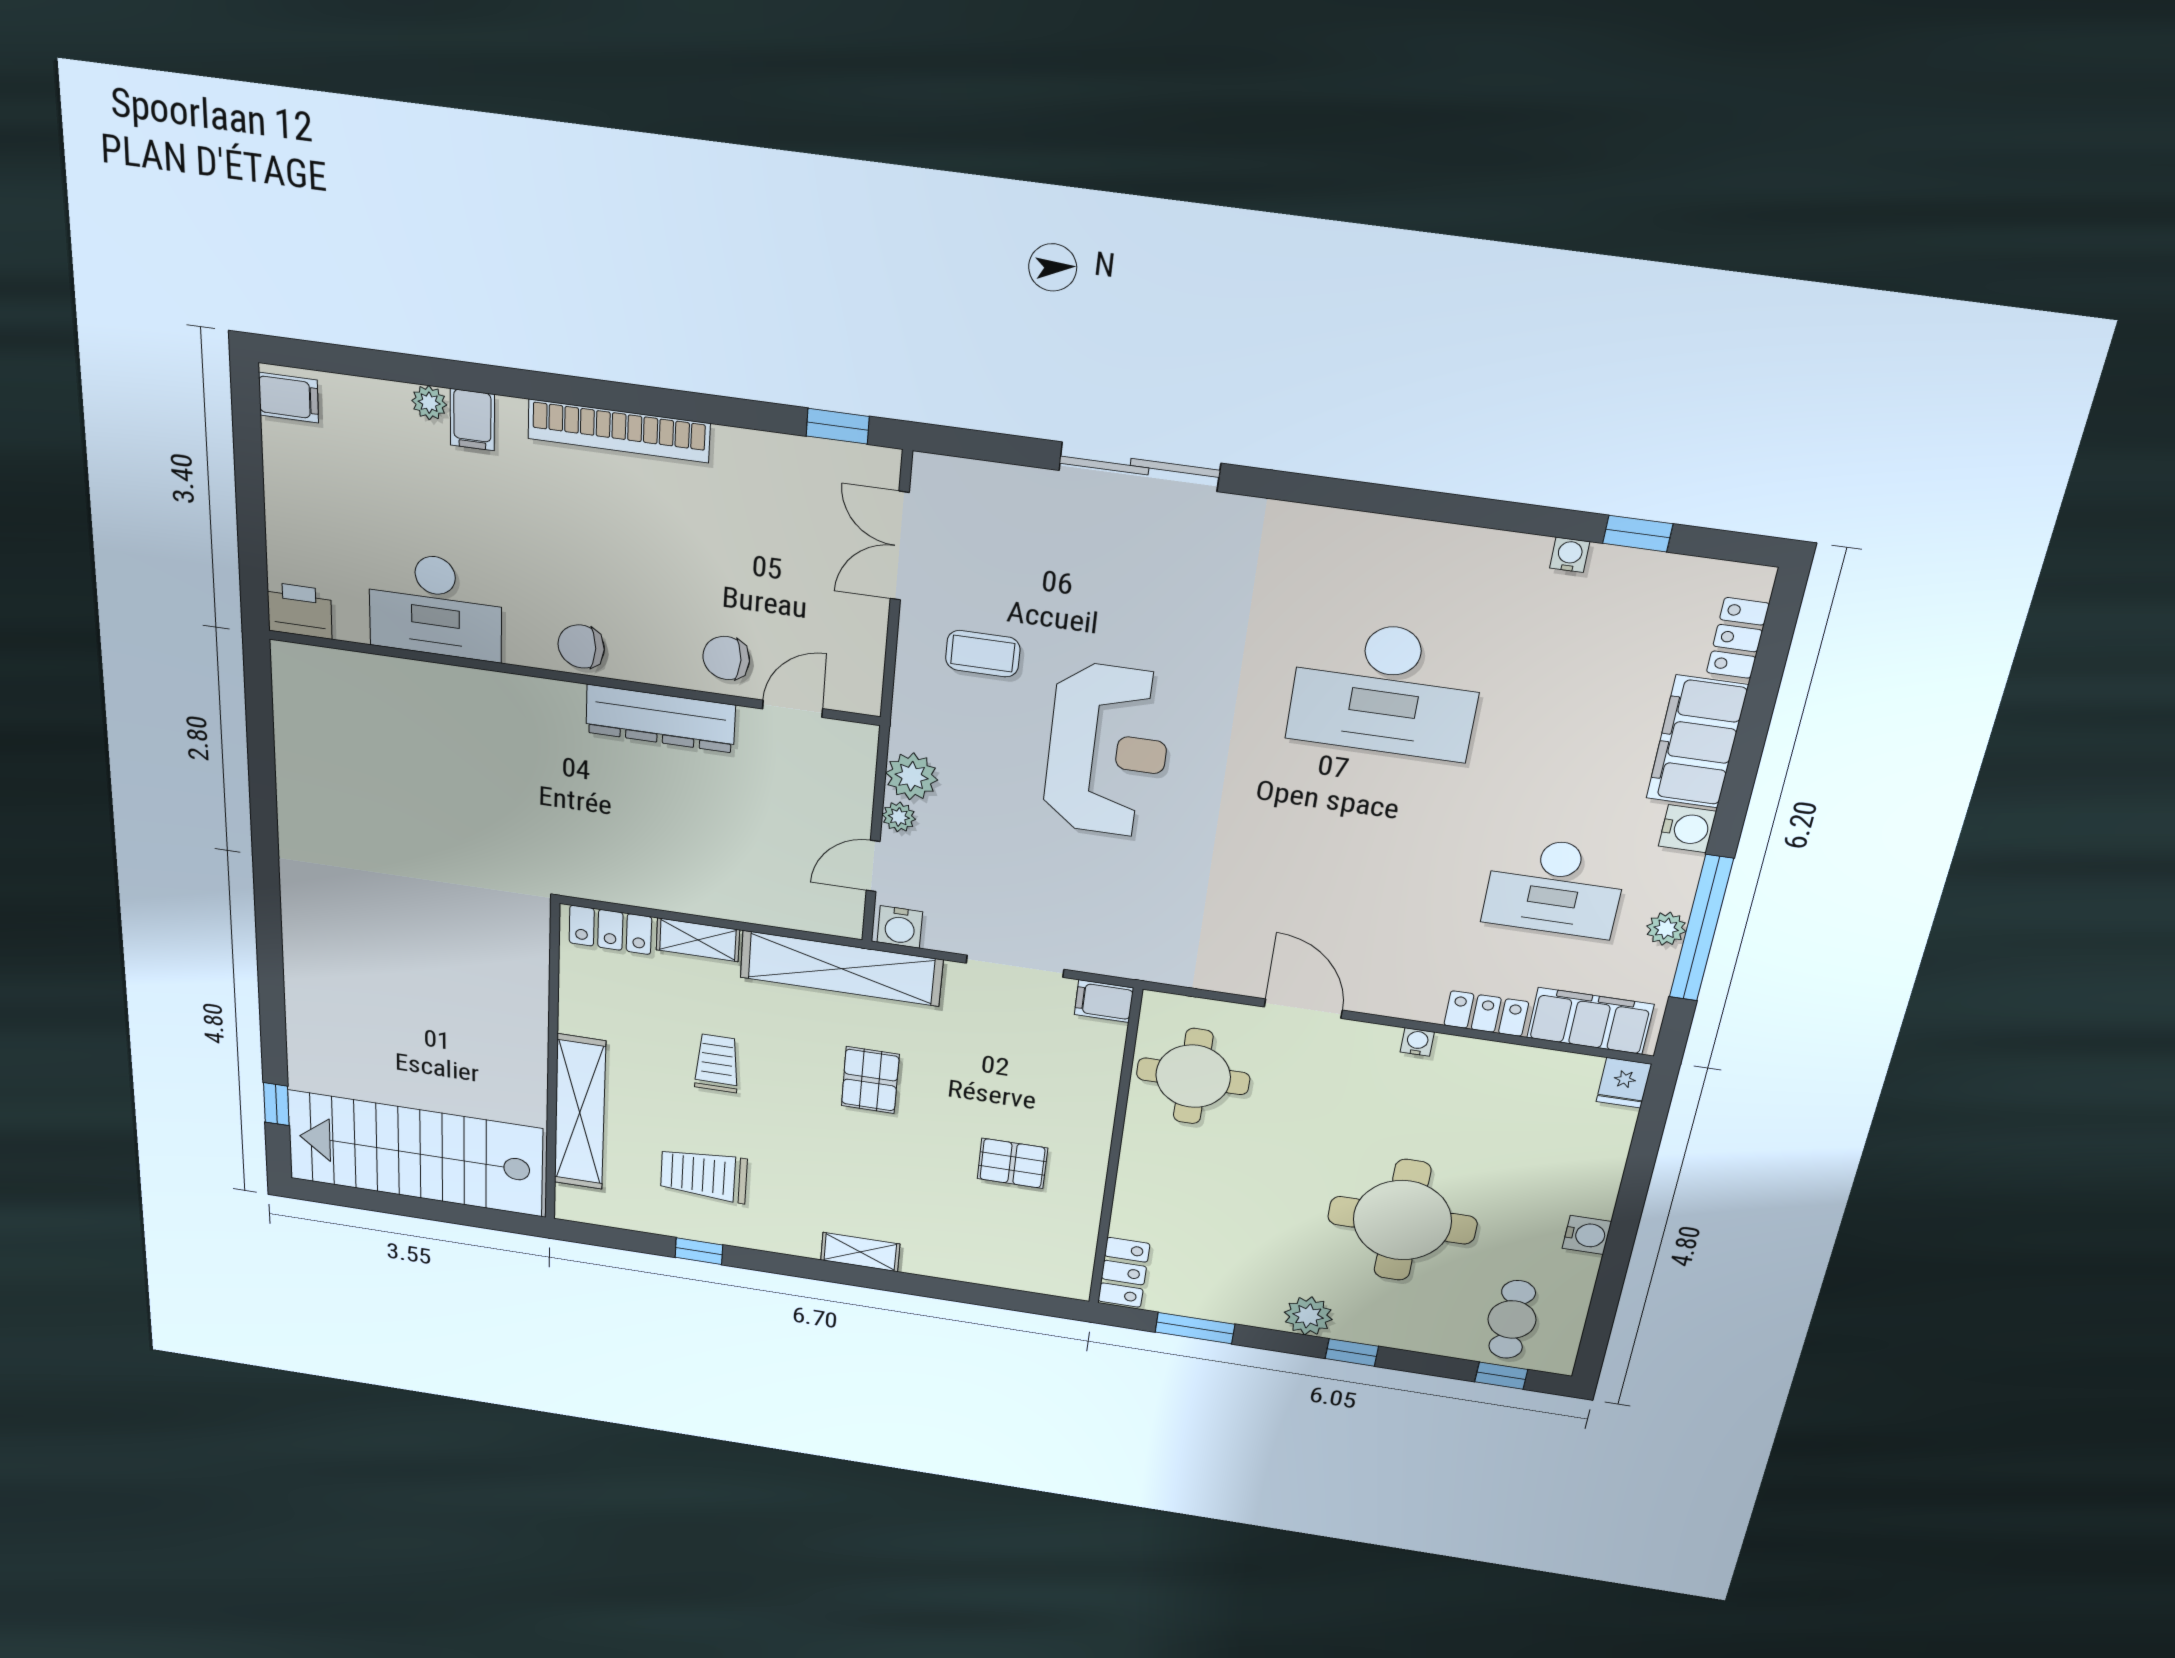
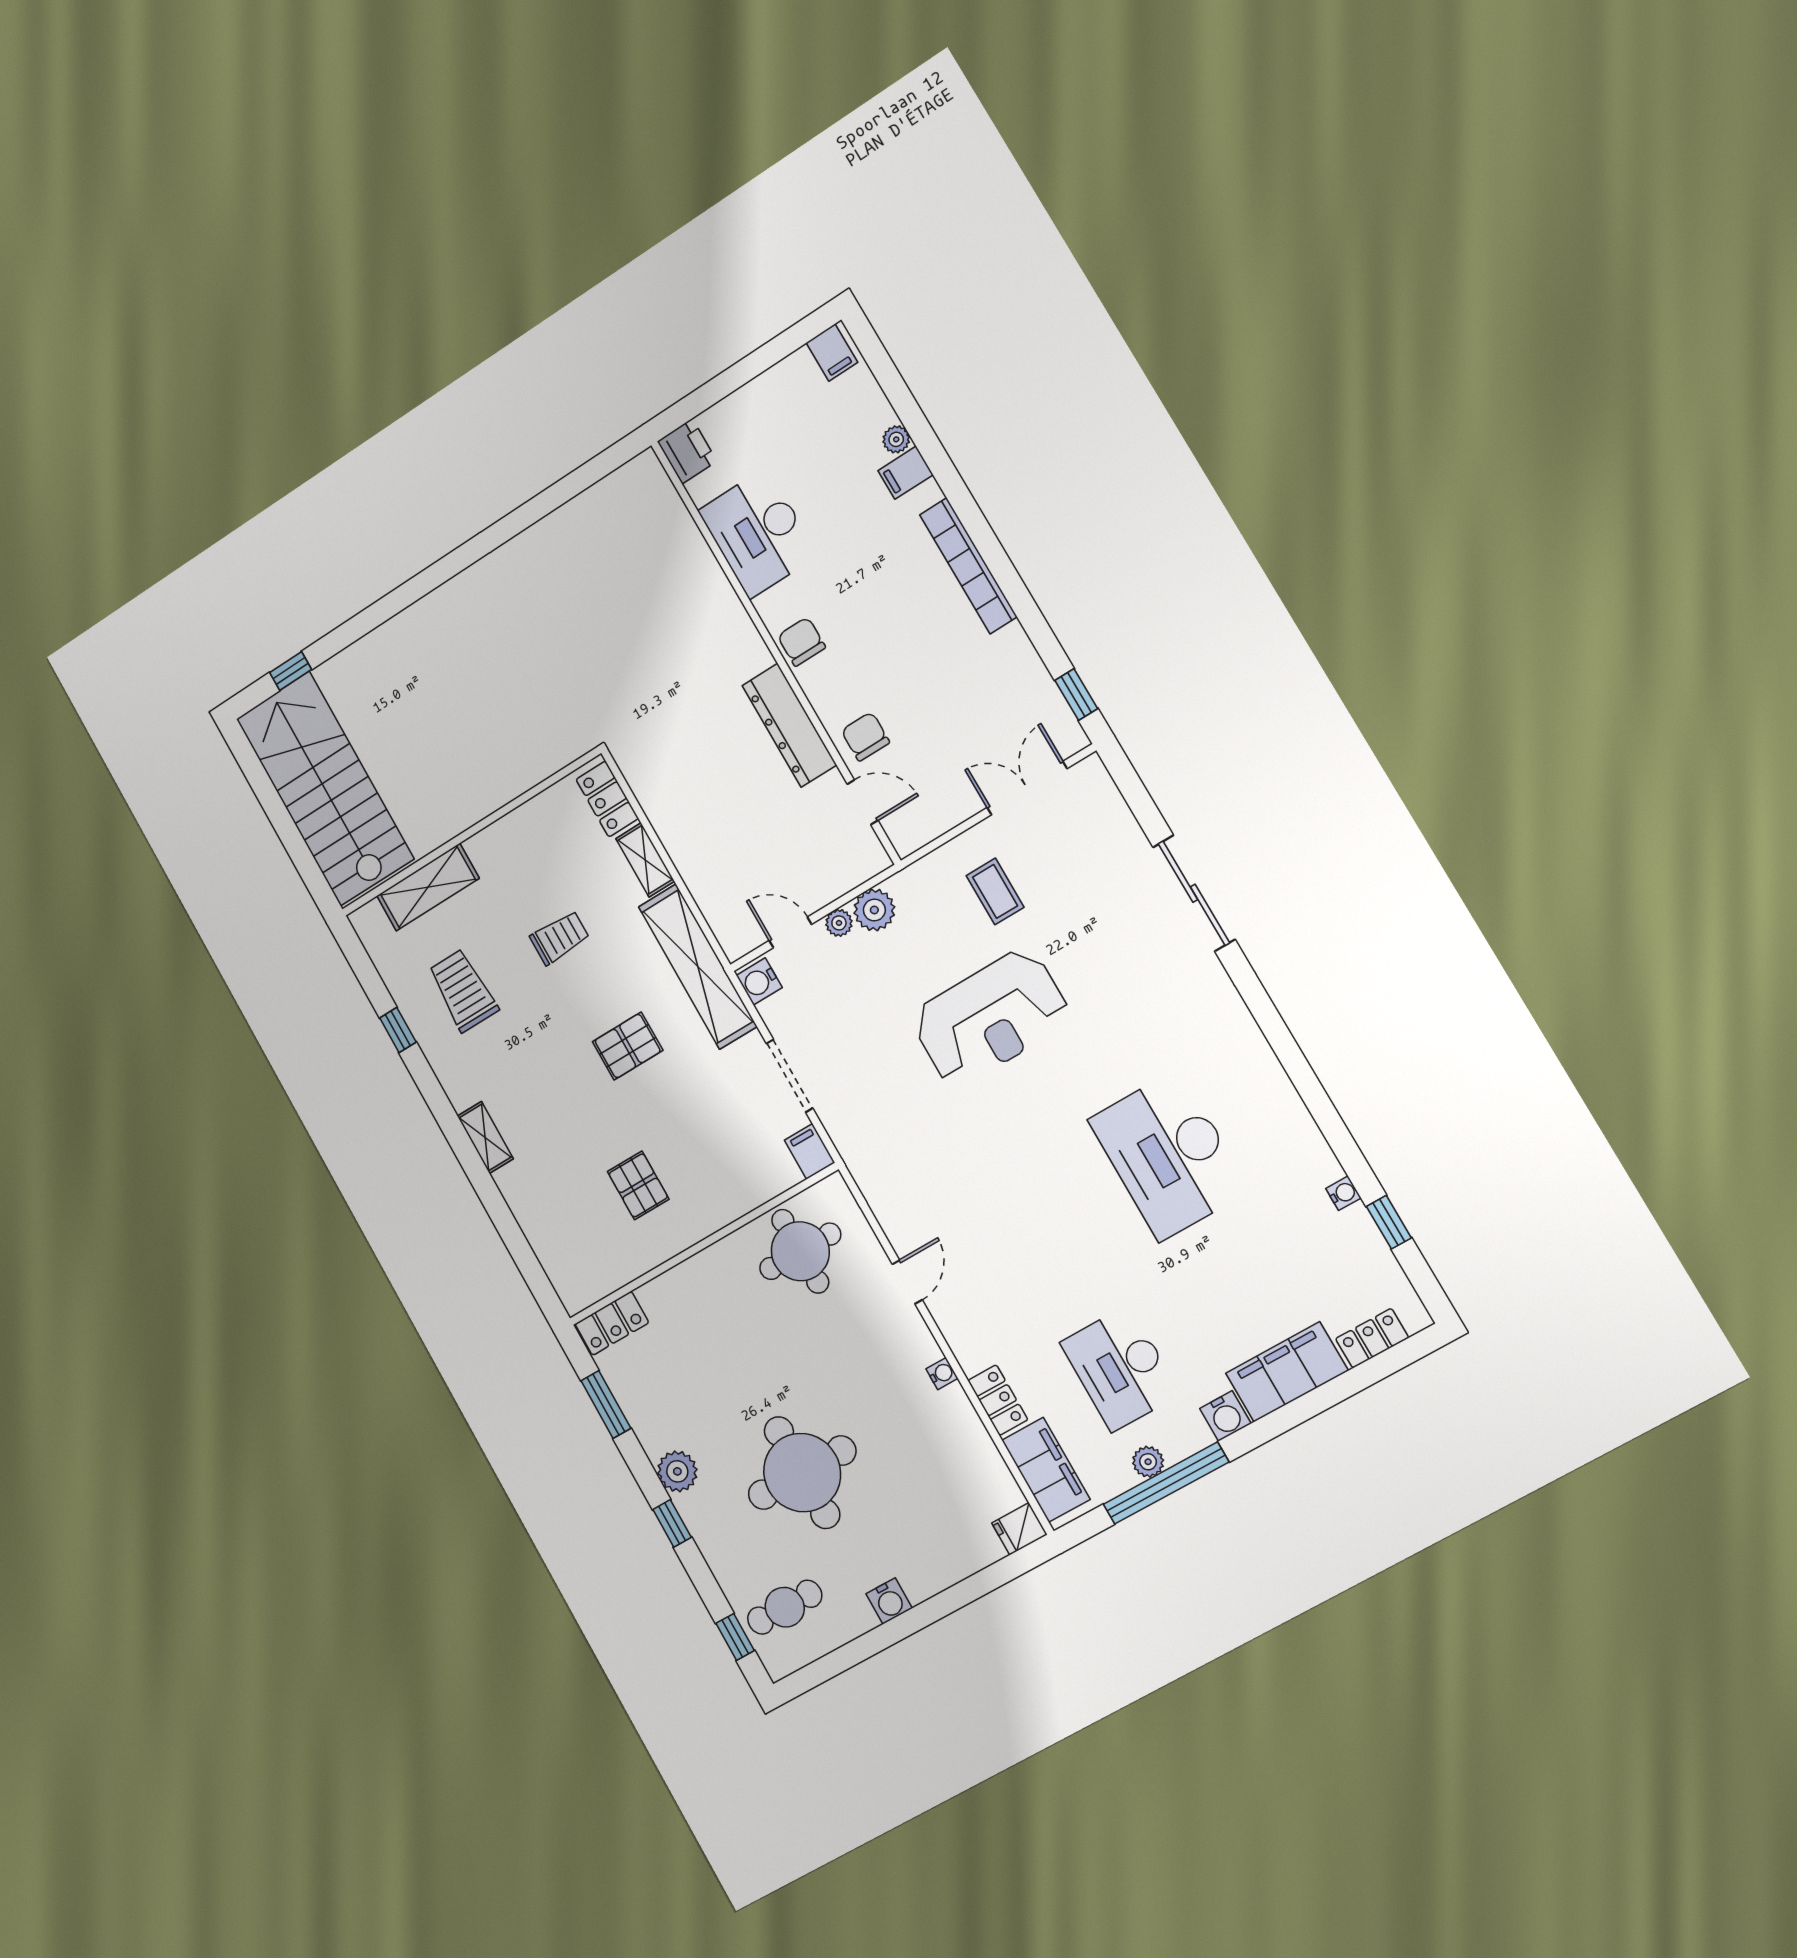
door: (1303, 1009) -> (907, 1282), width x0.73
shelving: (580, 1112) -> (428, 887), width x0.68

